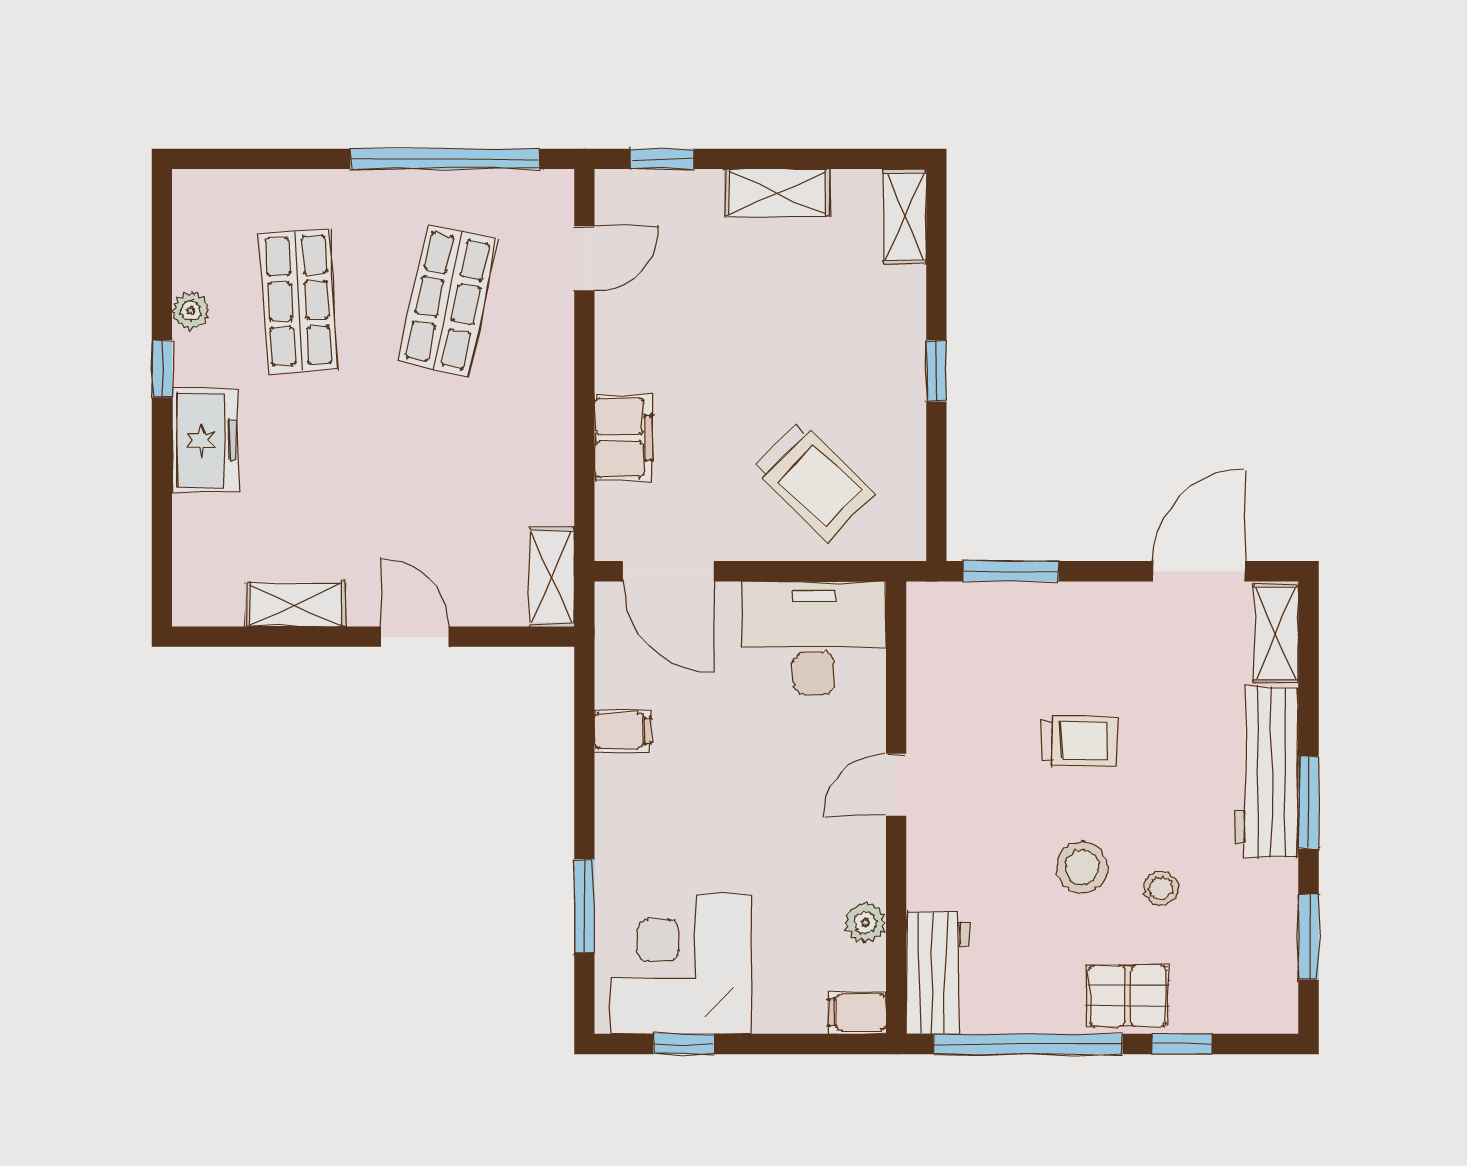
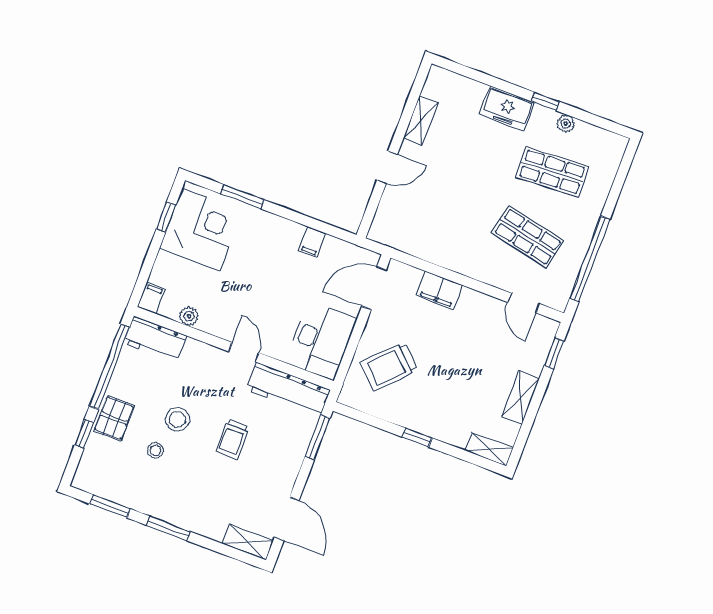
shelving: (552, 577) -> (391, 237), removed
workbench: (1266, 772) -> (288, 390), moved, turned 180

